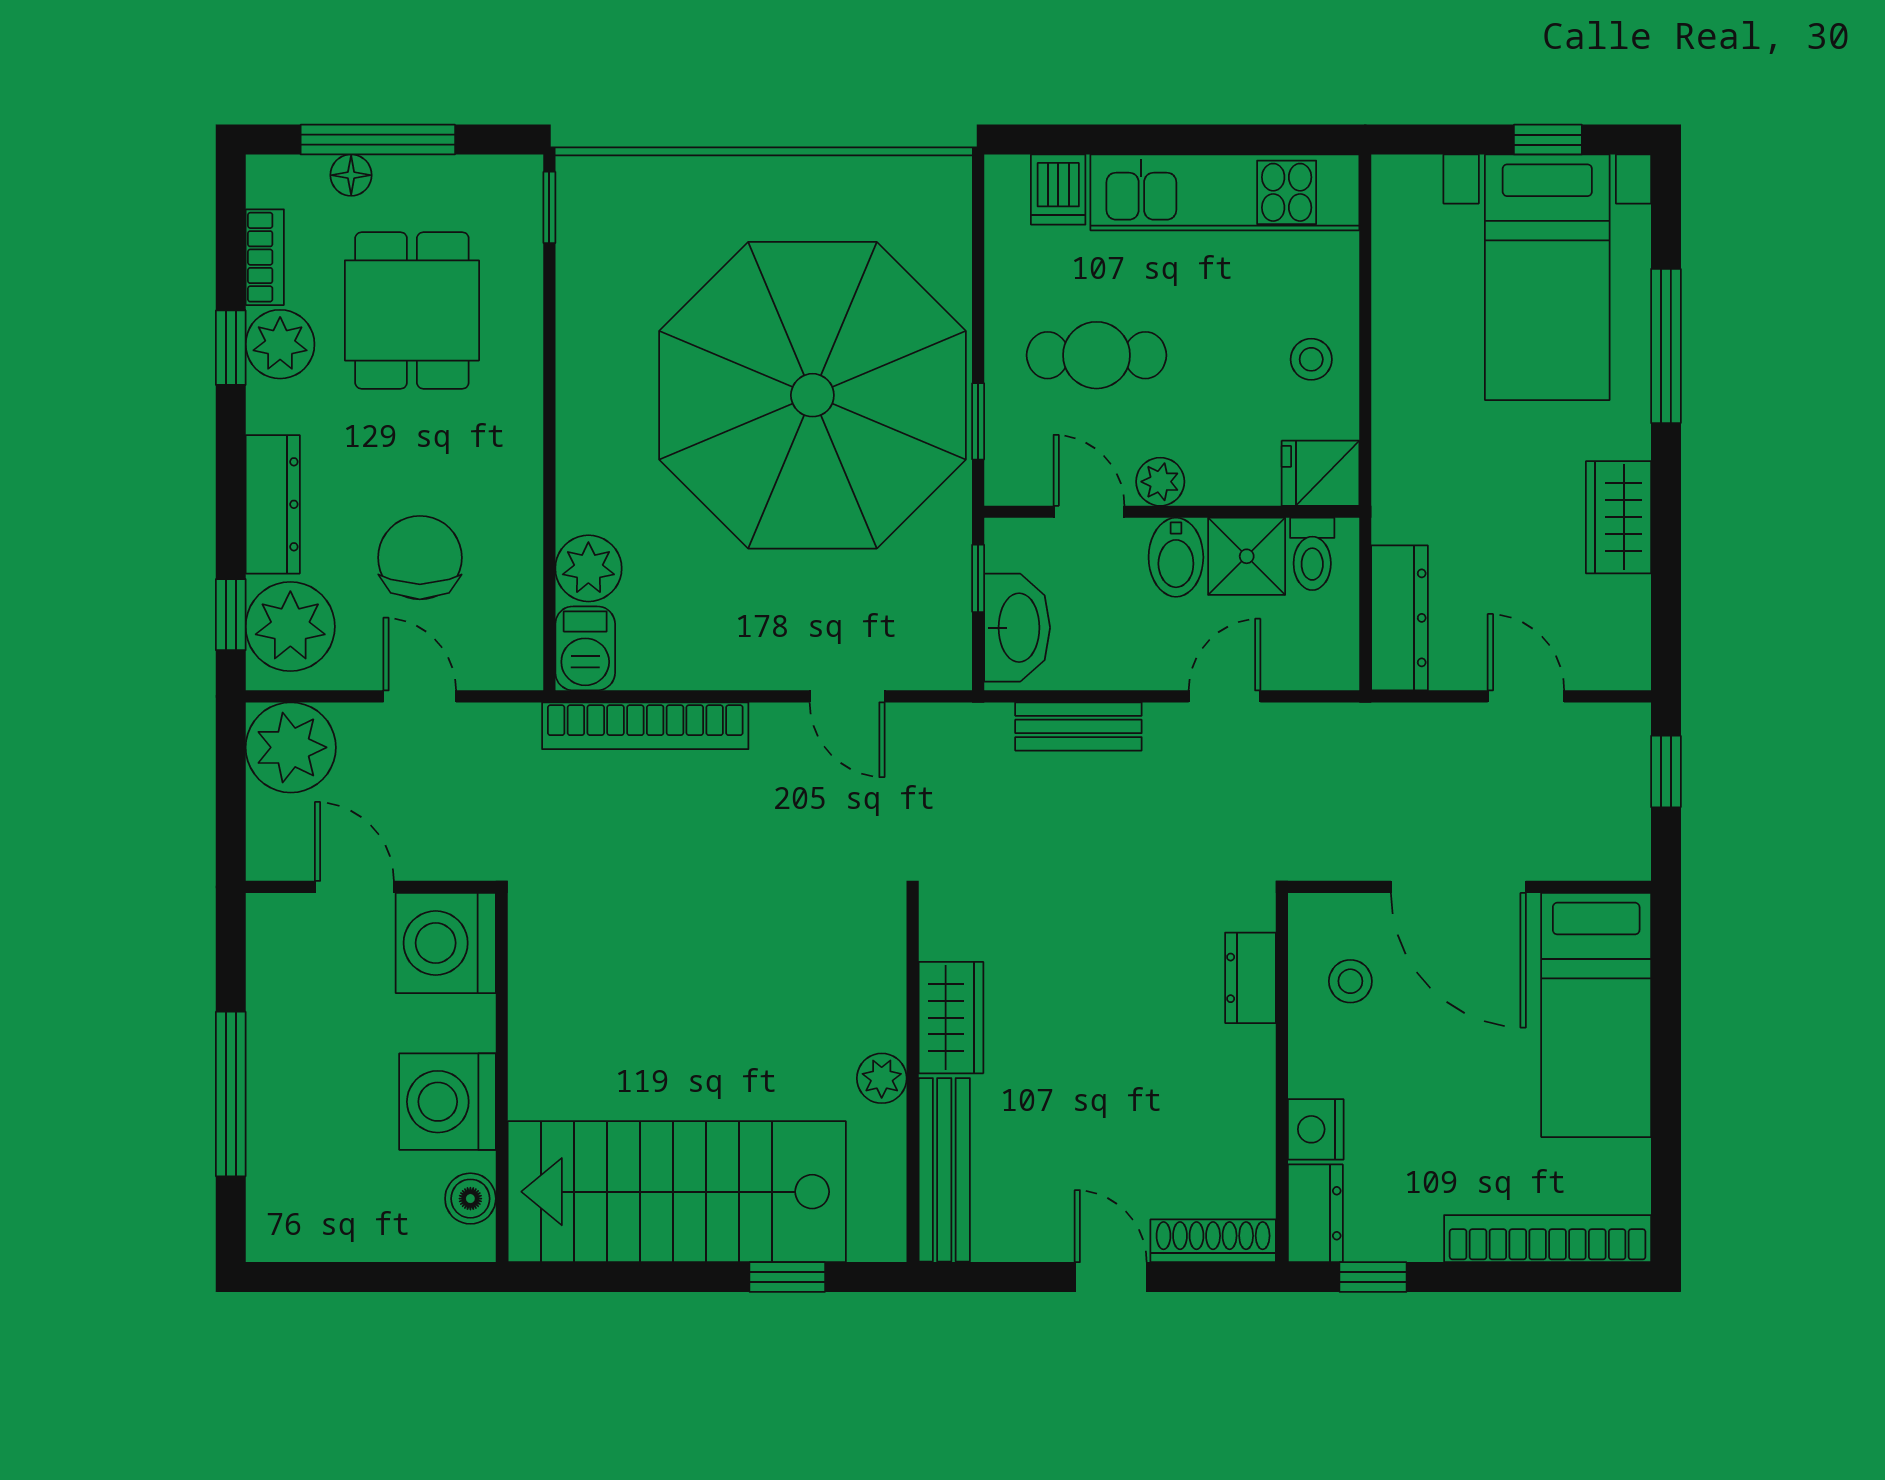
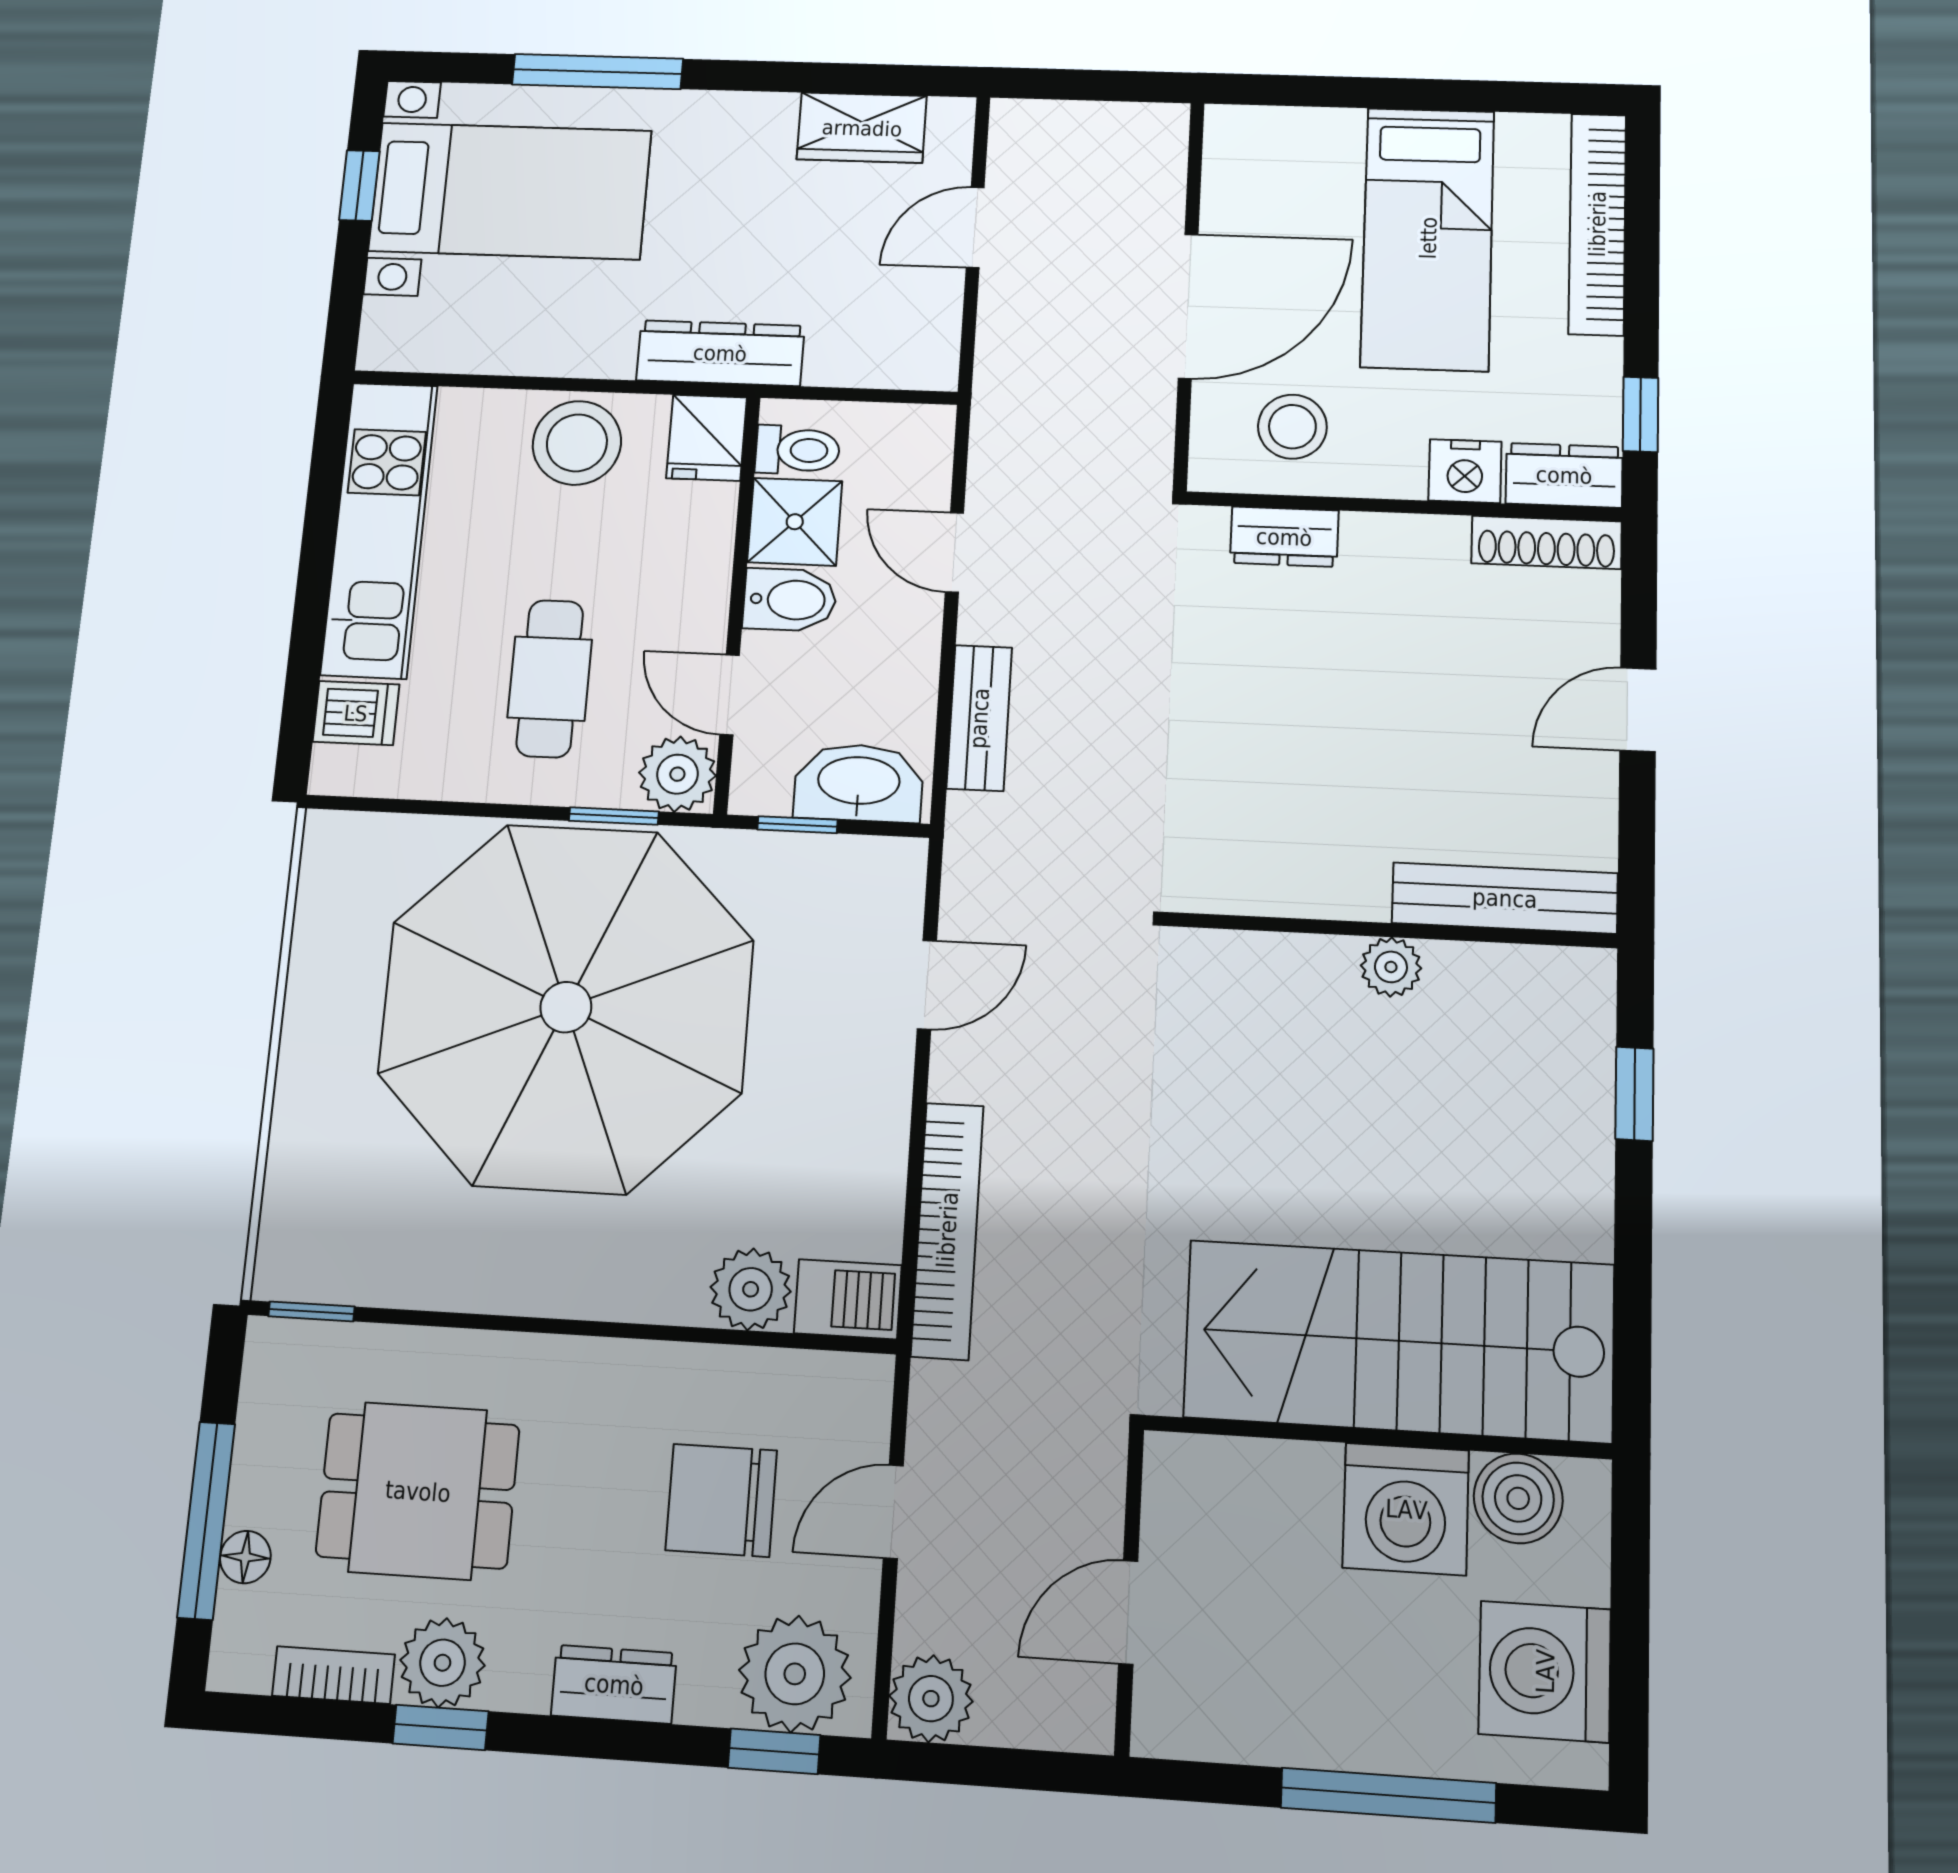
stool: (1311, 359) -> (577, 443), width x1.89, depth x1.89
plant: (1160, 482) -> (677, 774), moved, width x1.38, depth x1.38
dresser: (273, 504) -> (614, 1684), width x0.70
door: (1089, 512) -> (730, 695), hinge flipped
wardrobe: (1618, 517) -> (862, 128), moved
dresser: (1400, 618) -> (720, 353), moved
plant: (291, 747) -> (931, 1699), width x0.73, depth x0.73
window: (1666, 772) -> (1068, 85), removed
washing machine: (446, 943) -> (1545, 1672), moved, turned 90
stool: (1350, 981) -> (1292, 427), width x1.37, depth x1.37
bed: (1596, 1015) -> (1428, 238), moved, turned 90
wardrobe: (951, 1018) -> (1320, 881), removed
stairs: (677, 1192) -> (1399, 1341), moved, turned 90
boiler: (470, 1199) -> (1518, 1498), width x1.36, depth x1.36
shoe rack: (1213, 1241) -> (1546, 542), moved, turned -90

